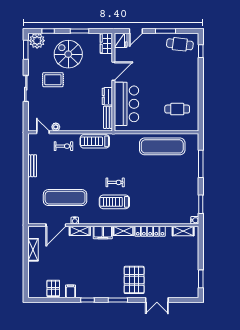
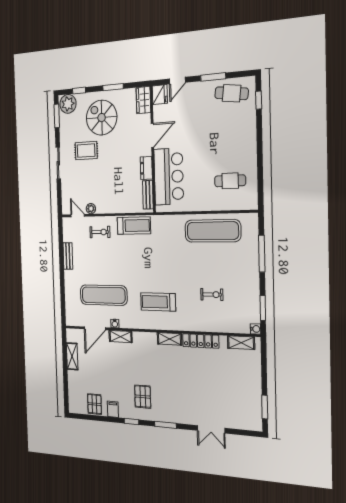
treadmill: (95, 141) -> (134, 226), turned 180
exercise bike: (115, 182) -> (212, 295), moved
filing cabinet: (103, 233) -> (146, 340), removed
pallet: (134, 280) -> (143, 397), moved, width x0.67, depth x0.71

